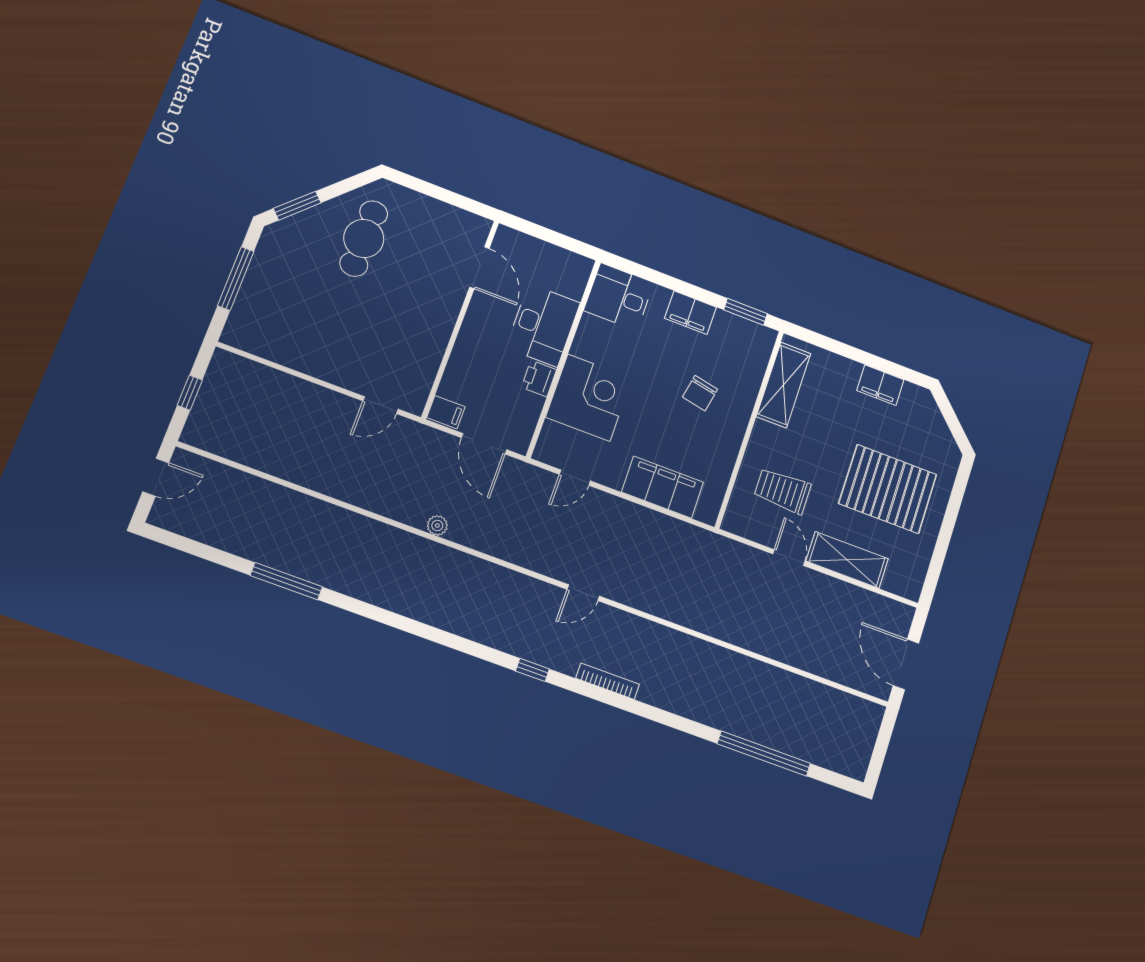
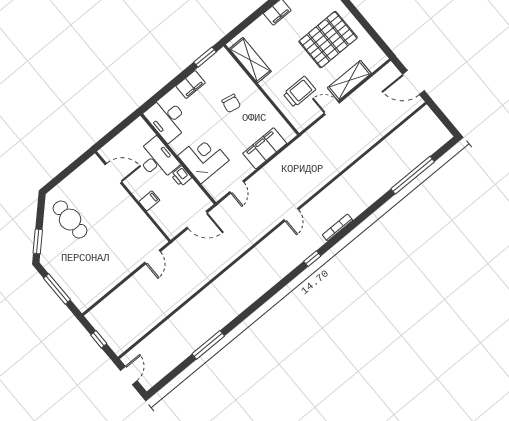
desk: (619, 297) -> (167, 119), width x1.37
filing cabinet: (446, 412) -> (149, 201), moved
trolley: (782, 491) -> (299, 92), turned 180
plant: (437, 525) -> (222, 263), removed

